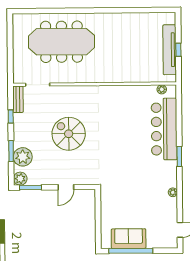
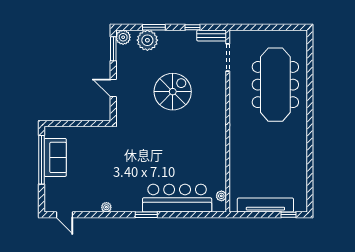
window: (178, 50) -> (288, 215), moved

